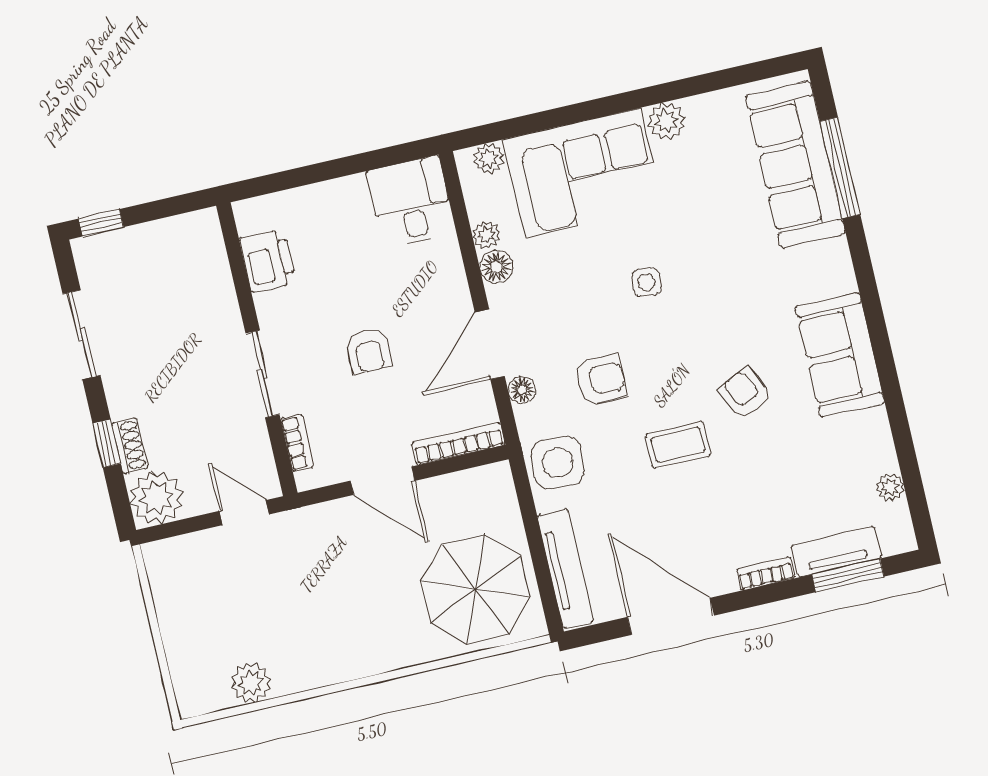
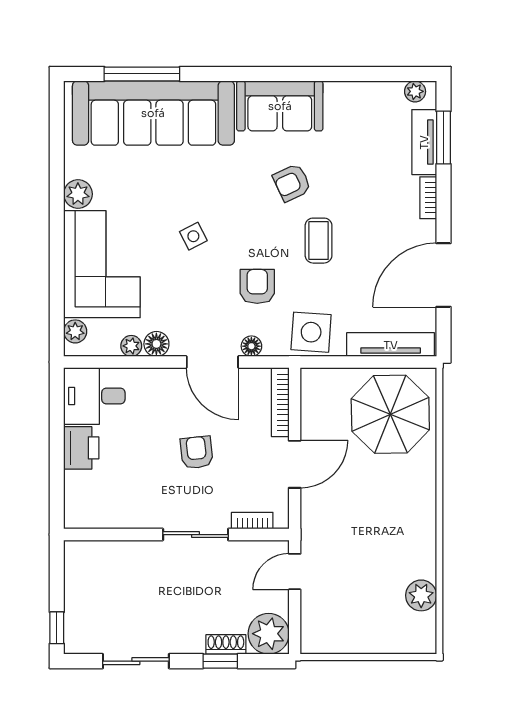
sofa: (796, 165) -> (153, 113), width x1.36, depth x1.27
printer: (268, 261) -> (81, 448), moved, turned 90
side table: (646, 282) -> (193, 236), turned -34
armchair: (369, 351) -> (197, 452), turned -96
plant: (890, 487) -> (415, 91), moved

